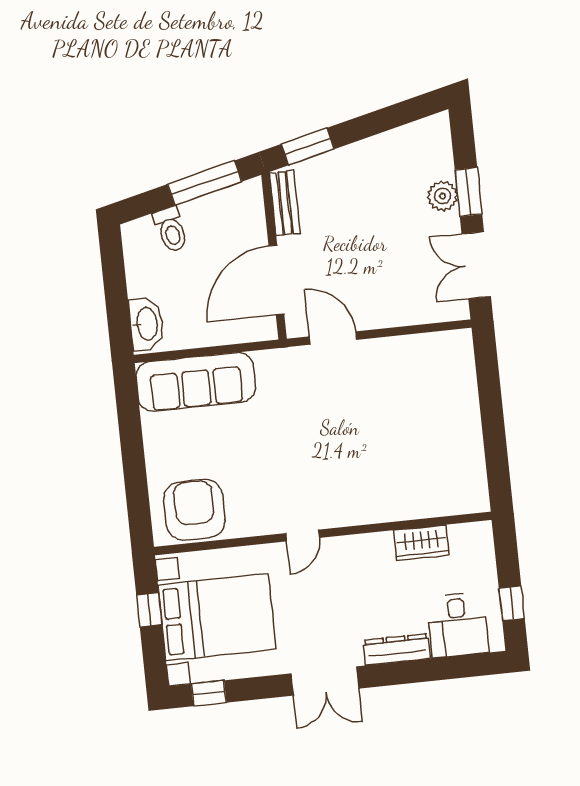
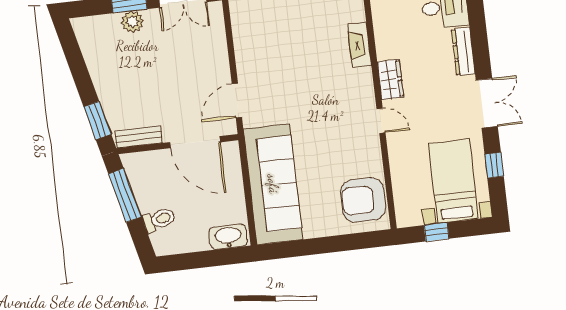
sofa: (196, 382) -> (273, 184), width x1.36, depth x1.27
fireplace: (407, 507) -> (359, 45), added
wardrobe: (421, 543) -> (390, 80), moved
bed with nightstands: (217, 617) -> (453, 181), width x0.73
window: (209, 693) -> (494, 165), moved

